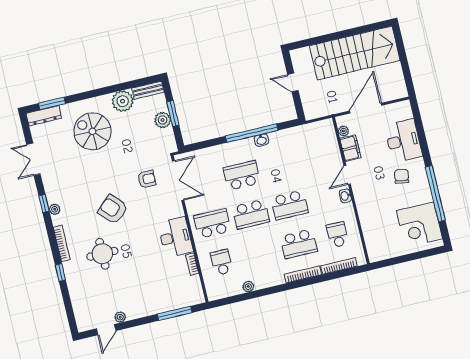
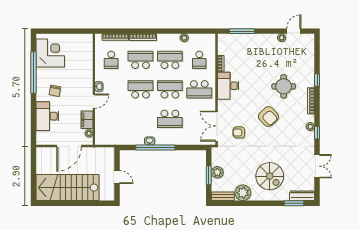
school desk: (260, 253) -> (170, 60), added

